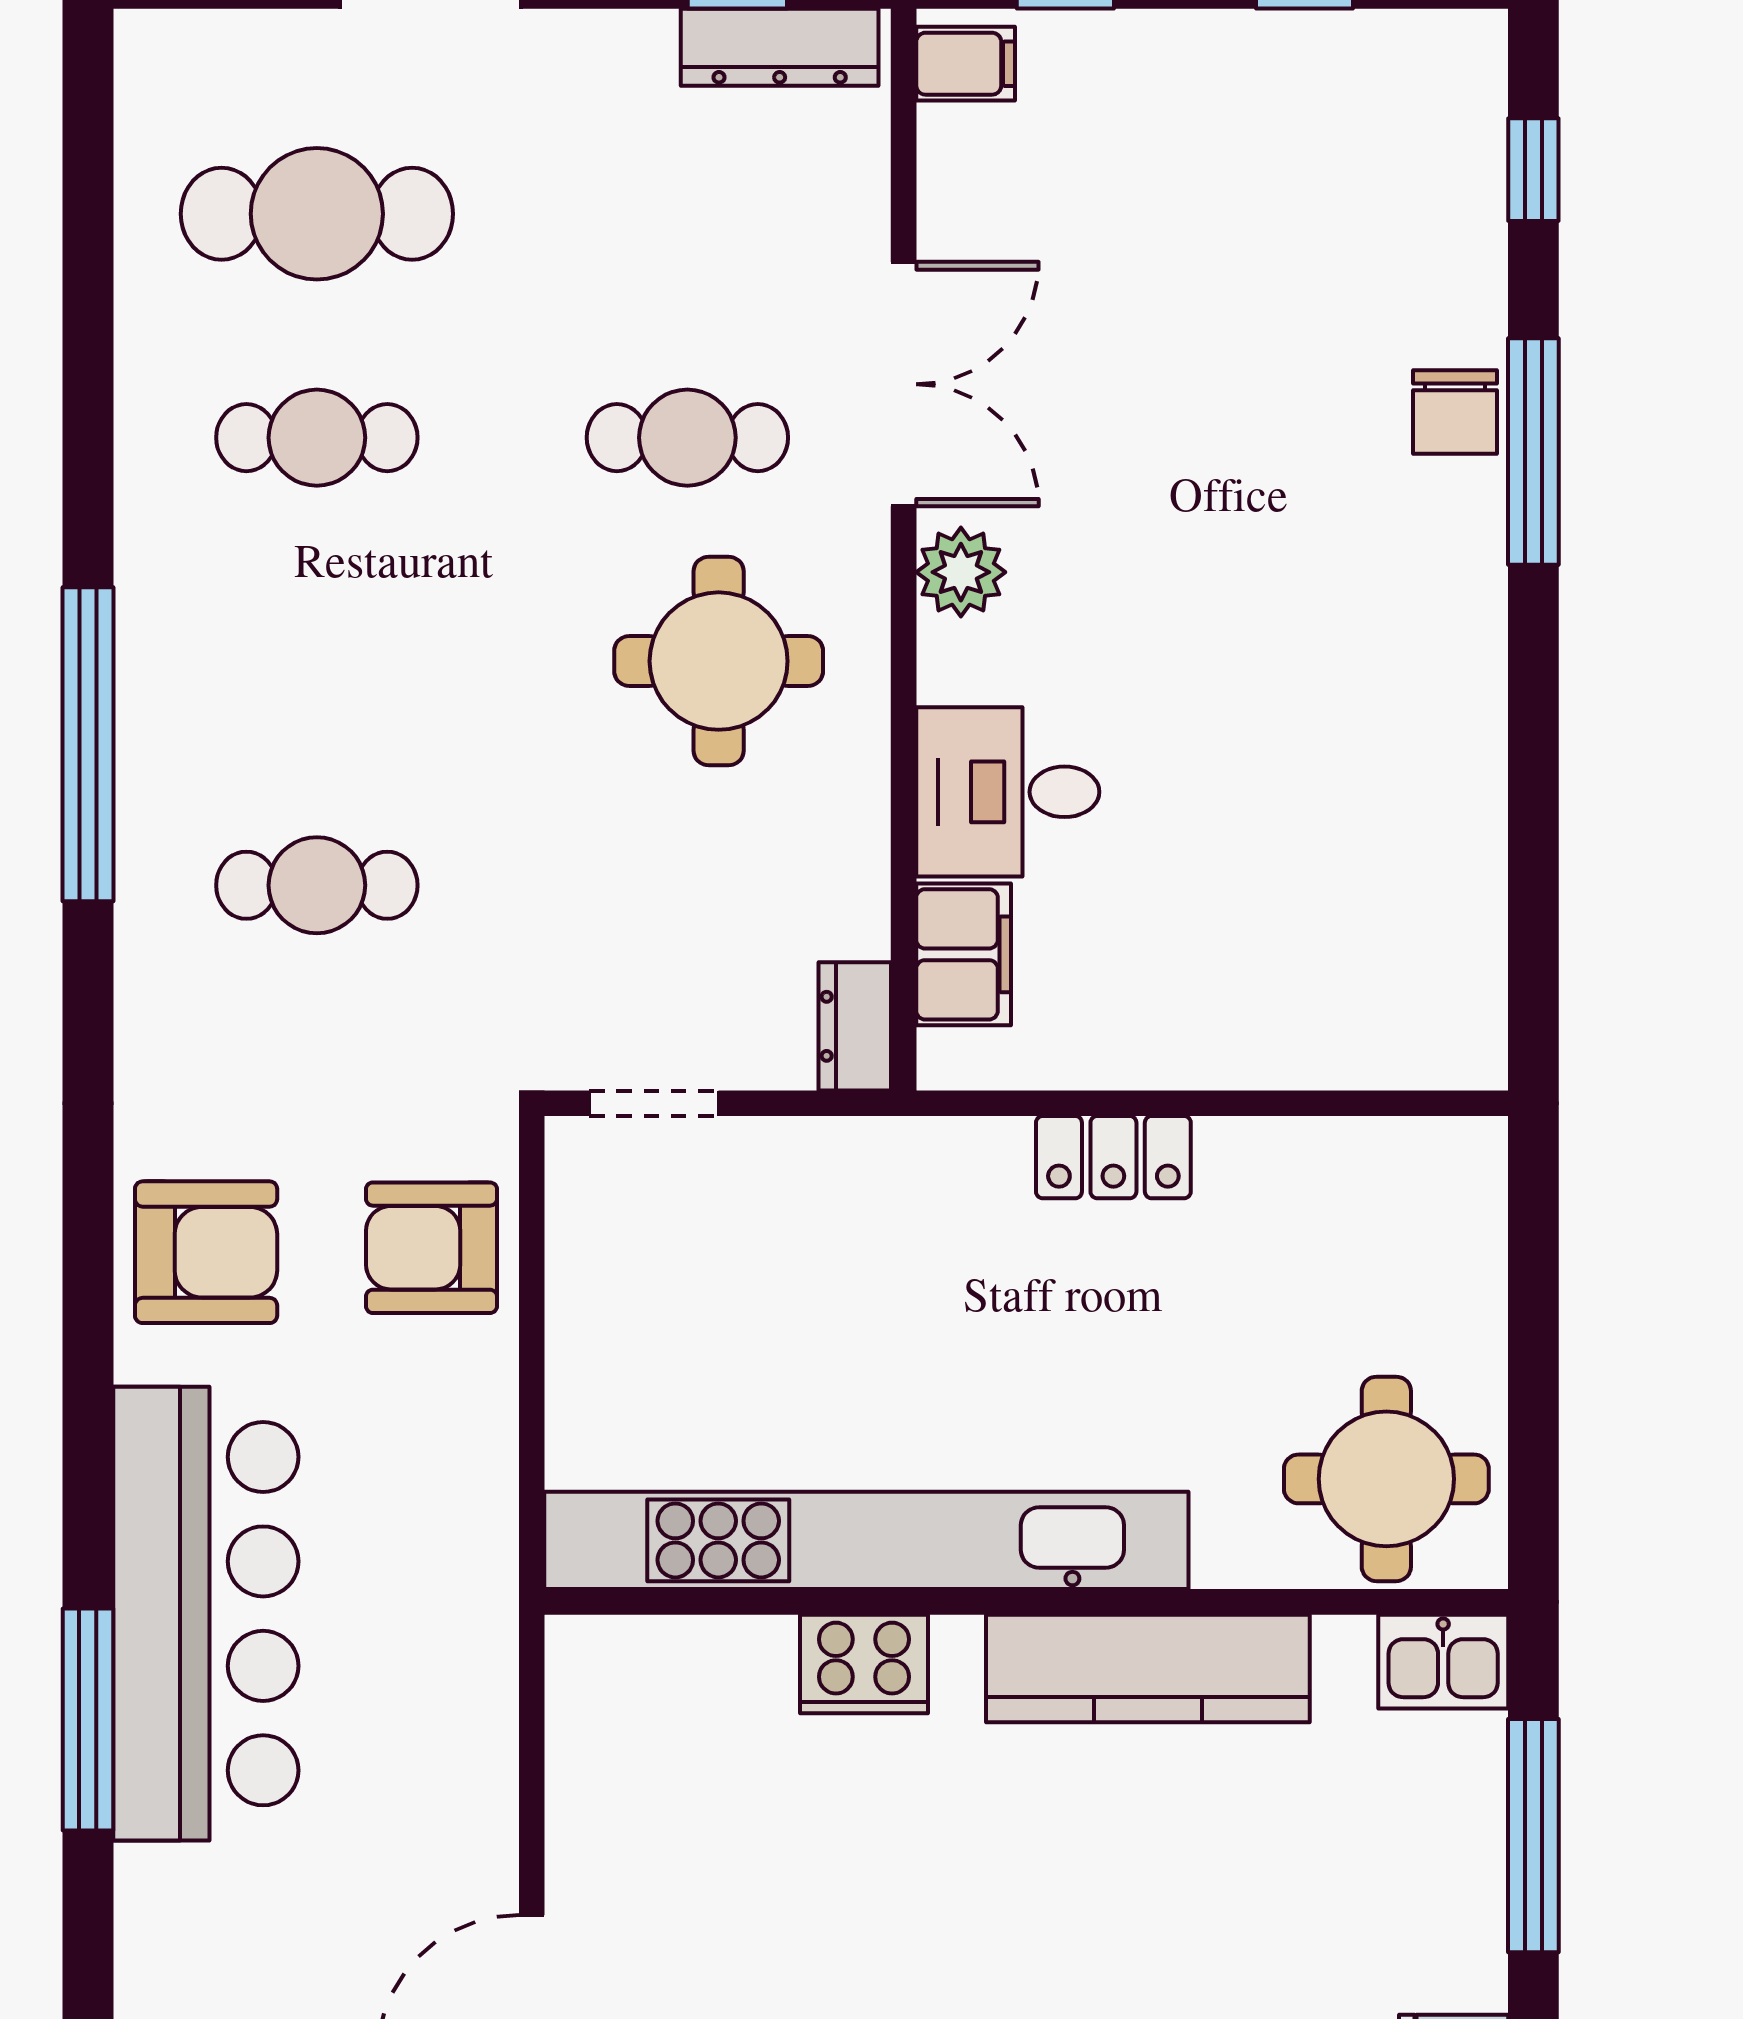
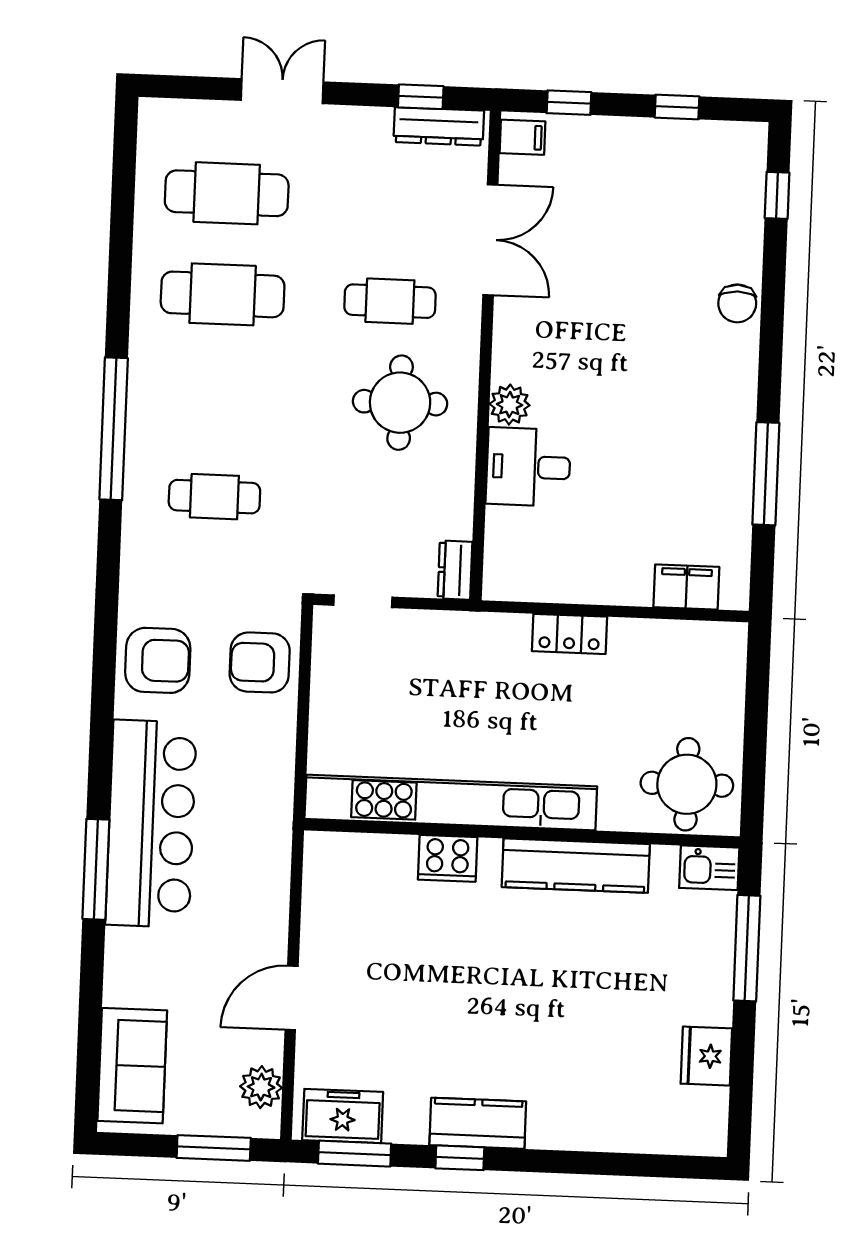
double door: (904, 384) -> (490, 240), moved
cafe table: (317, 438) -> (223, 294), width x1.37, depth x1.35
window: (1533, 452) -> (766, 474), moved
plant: (961, 572) -> (510, 405), moved
filing cabinet: (964, 954) -> (686, 587), moved, turned -90

